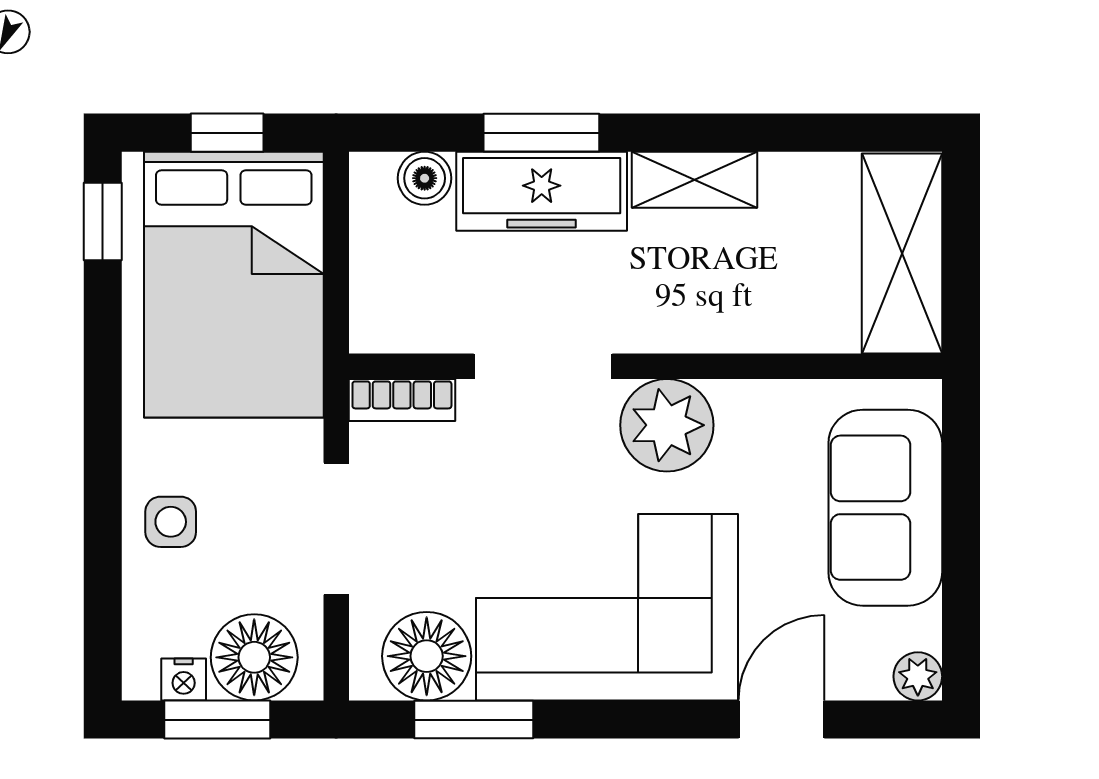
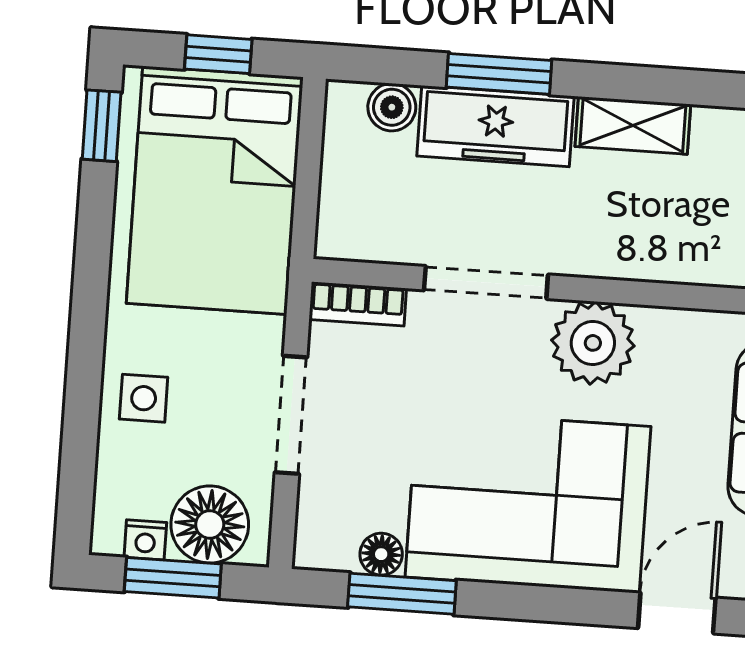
floor lamp: (427, 656) -> (381, 554), width x0.53, depth x0.53

